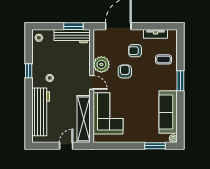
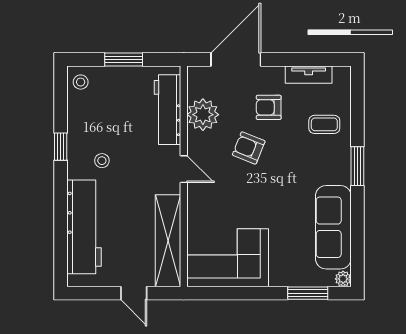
window: (73, 26) -> (124, 59), moved
workbench: (72, 36) -> (167, 110), moved, turned 90
plant: (101, 64) -> (203, 115), moved
armchair: (125, 71) -> (249, 148), turned -68
corner sofa: (108, 113) -> (228, 258), moved, turned -90
door: (66, 146) -> (134, 293), swing flipped

